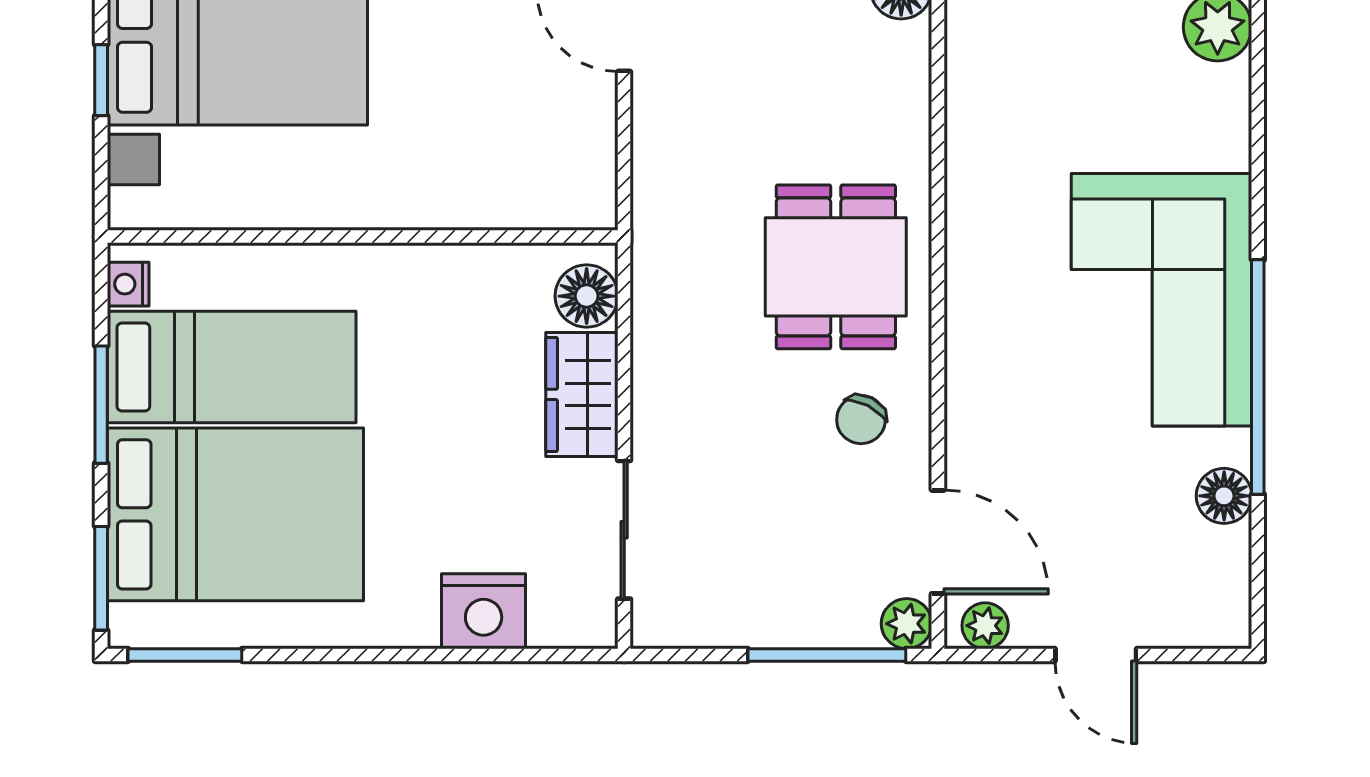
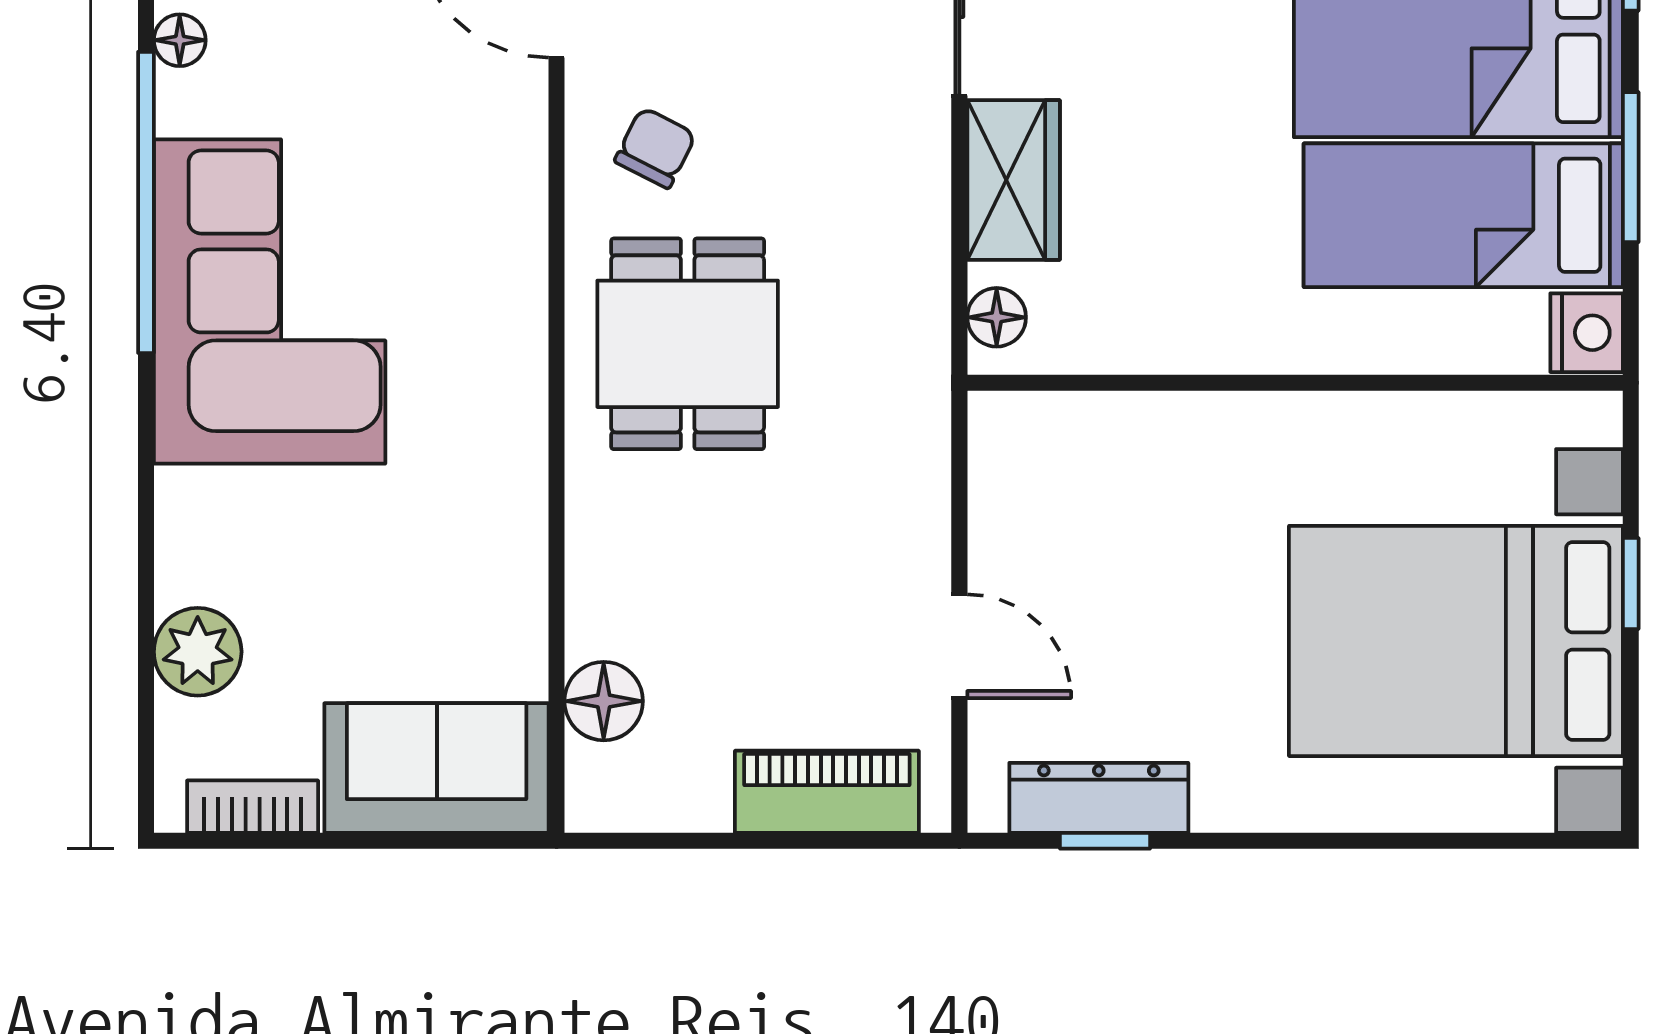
nightstand: (128, 284) -> (1587, 333), width x1.39, depth x1.35
floor lamp: (587, 296) -> (997, 317), width x0.73, depth x0.73
floor lamp: (1224, 496) -> (180, 40), width x0.73, depth x0.73

